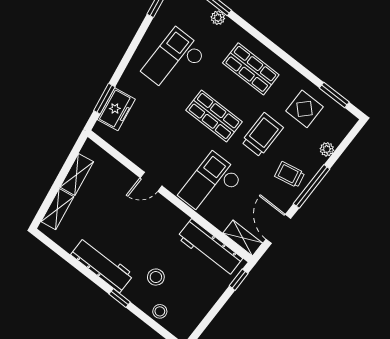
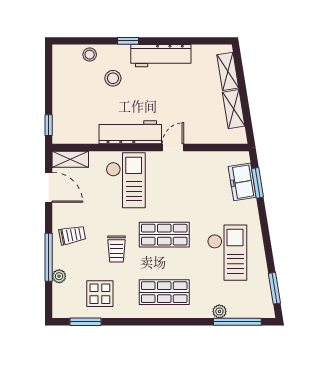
trolley: (262, 135) -> (117, 249), width x0.73, depth x0.72
window: (312, 186) -> (49, 257), moved
workbench: (210, 248) -> (130, 132), moved

